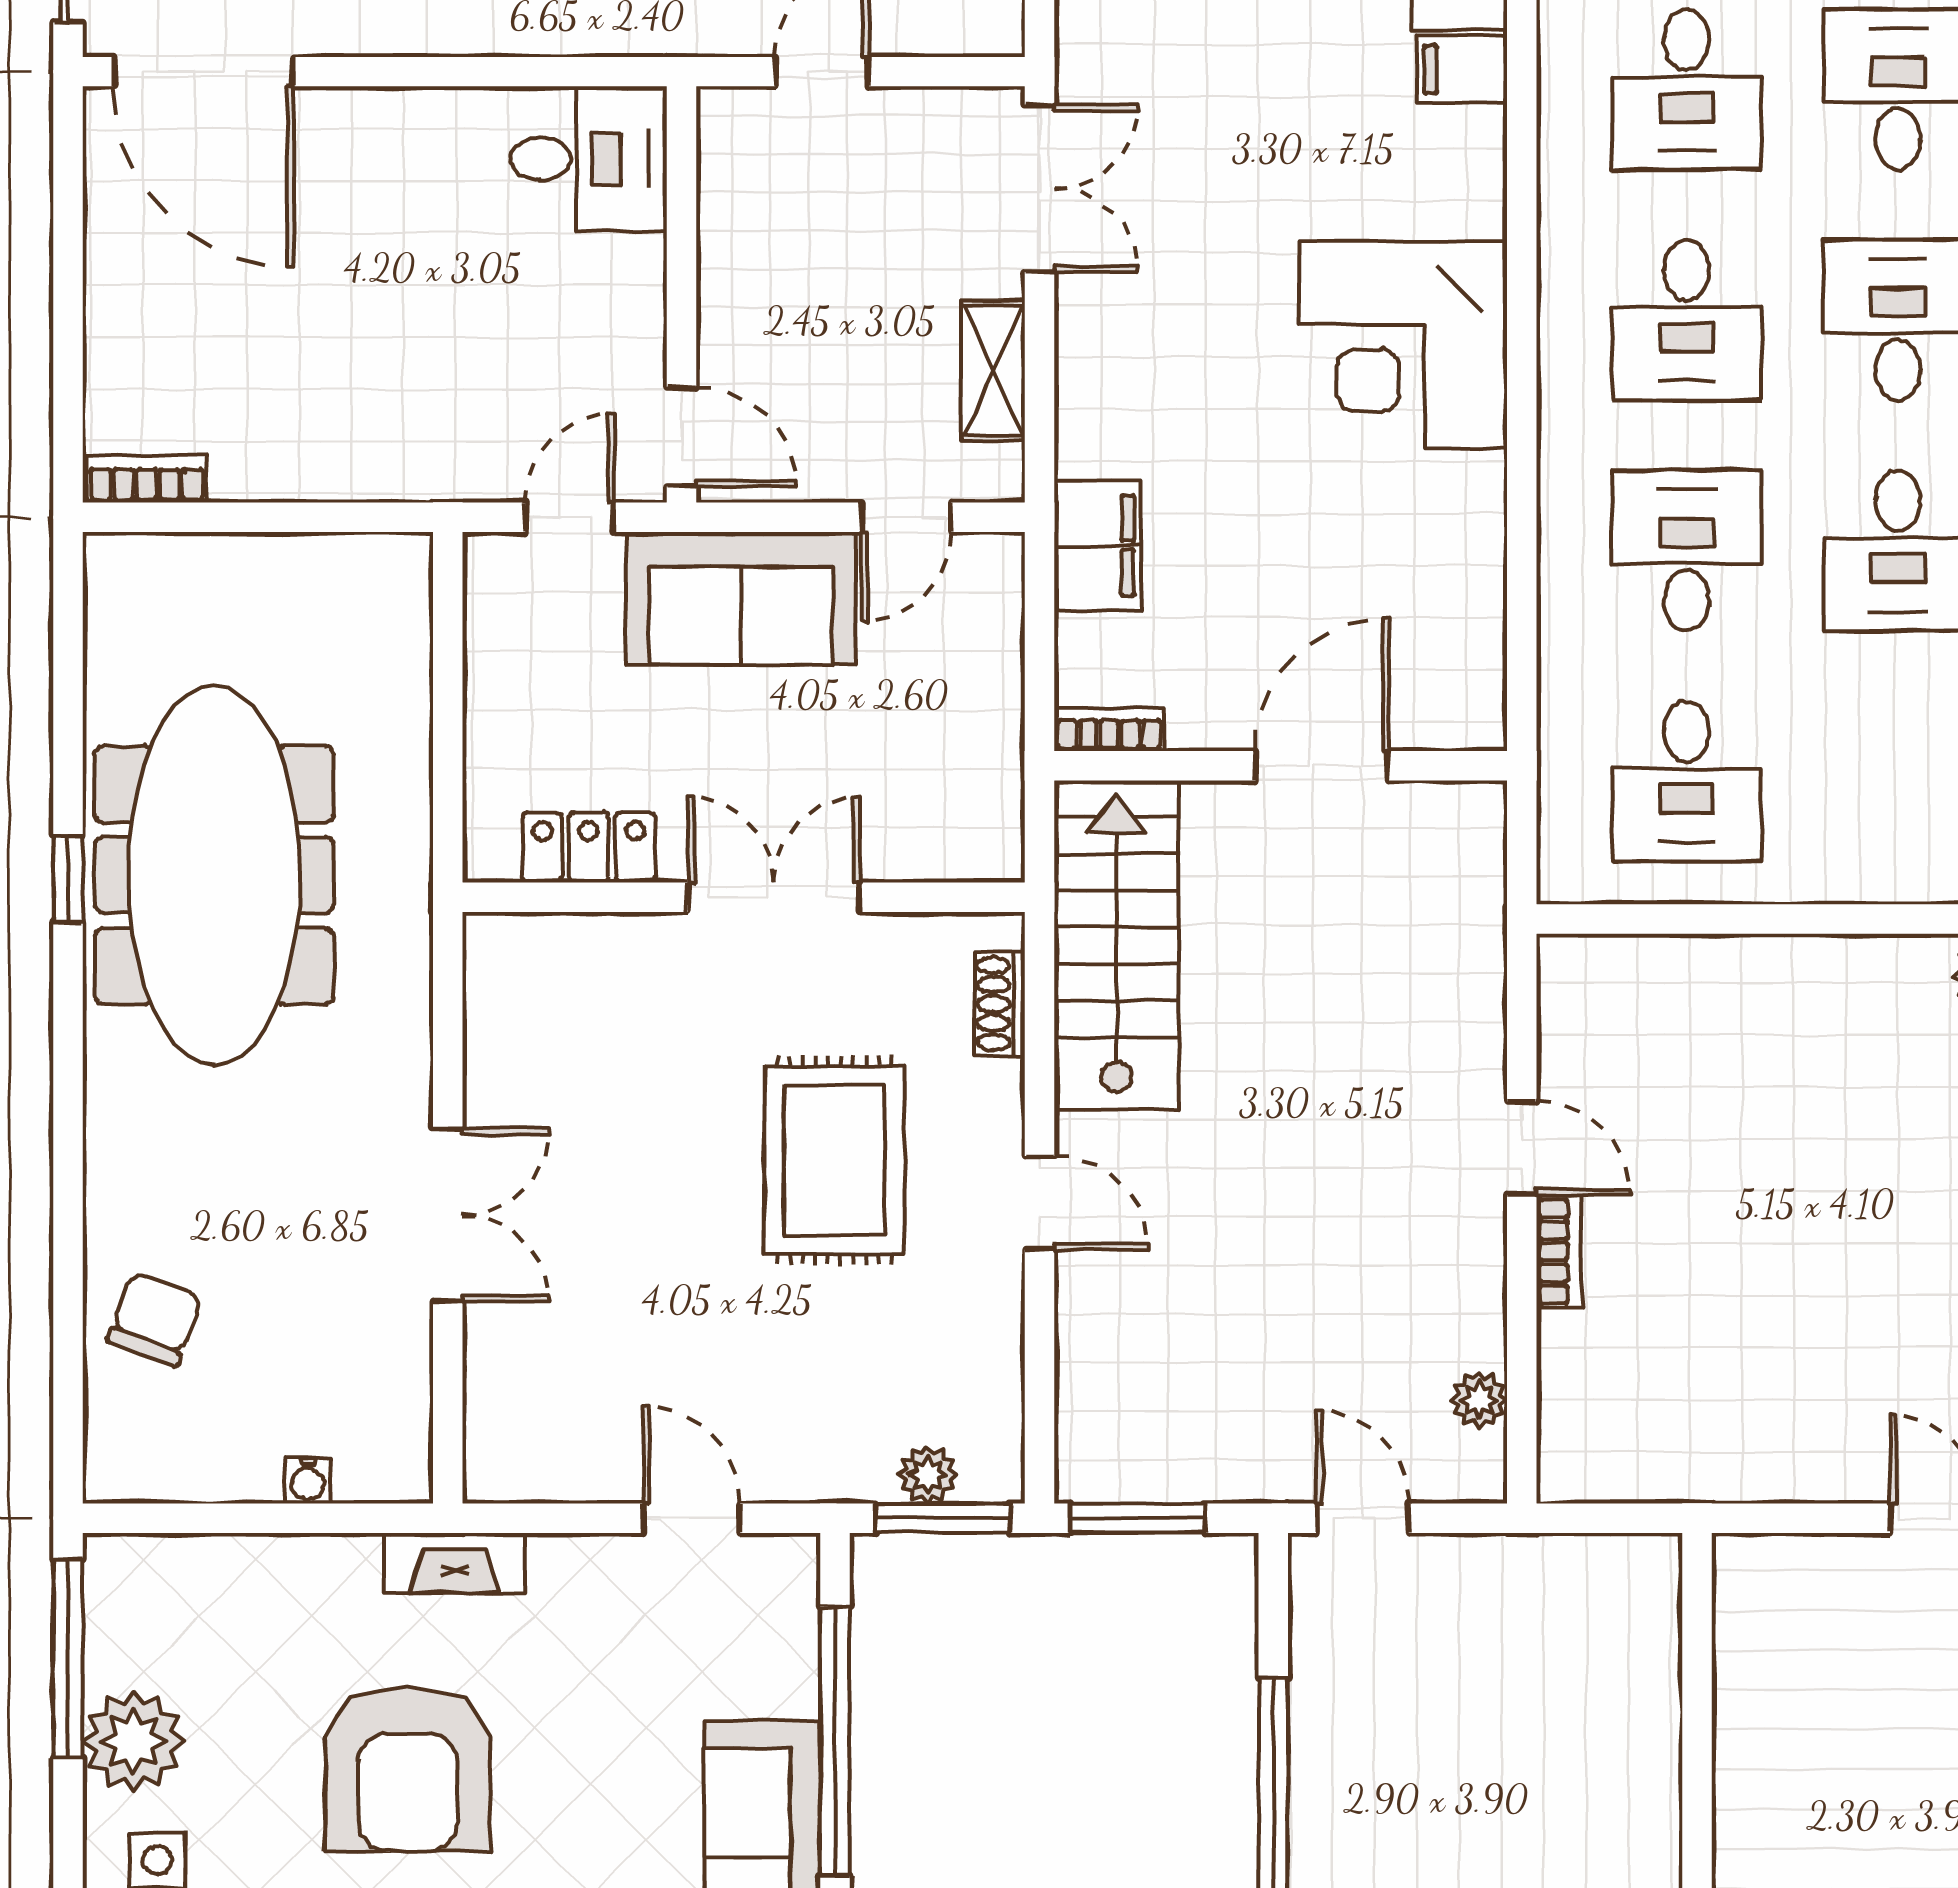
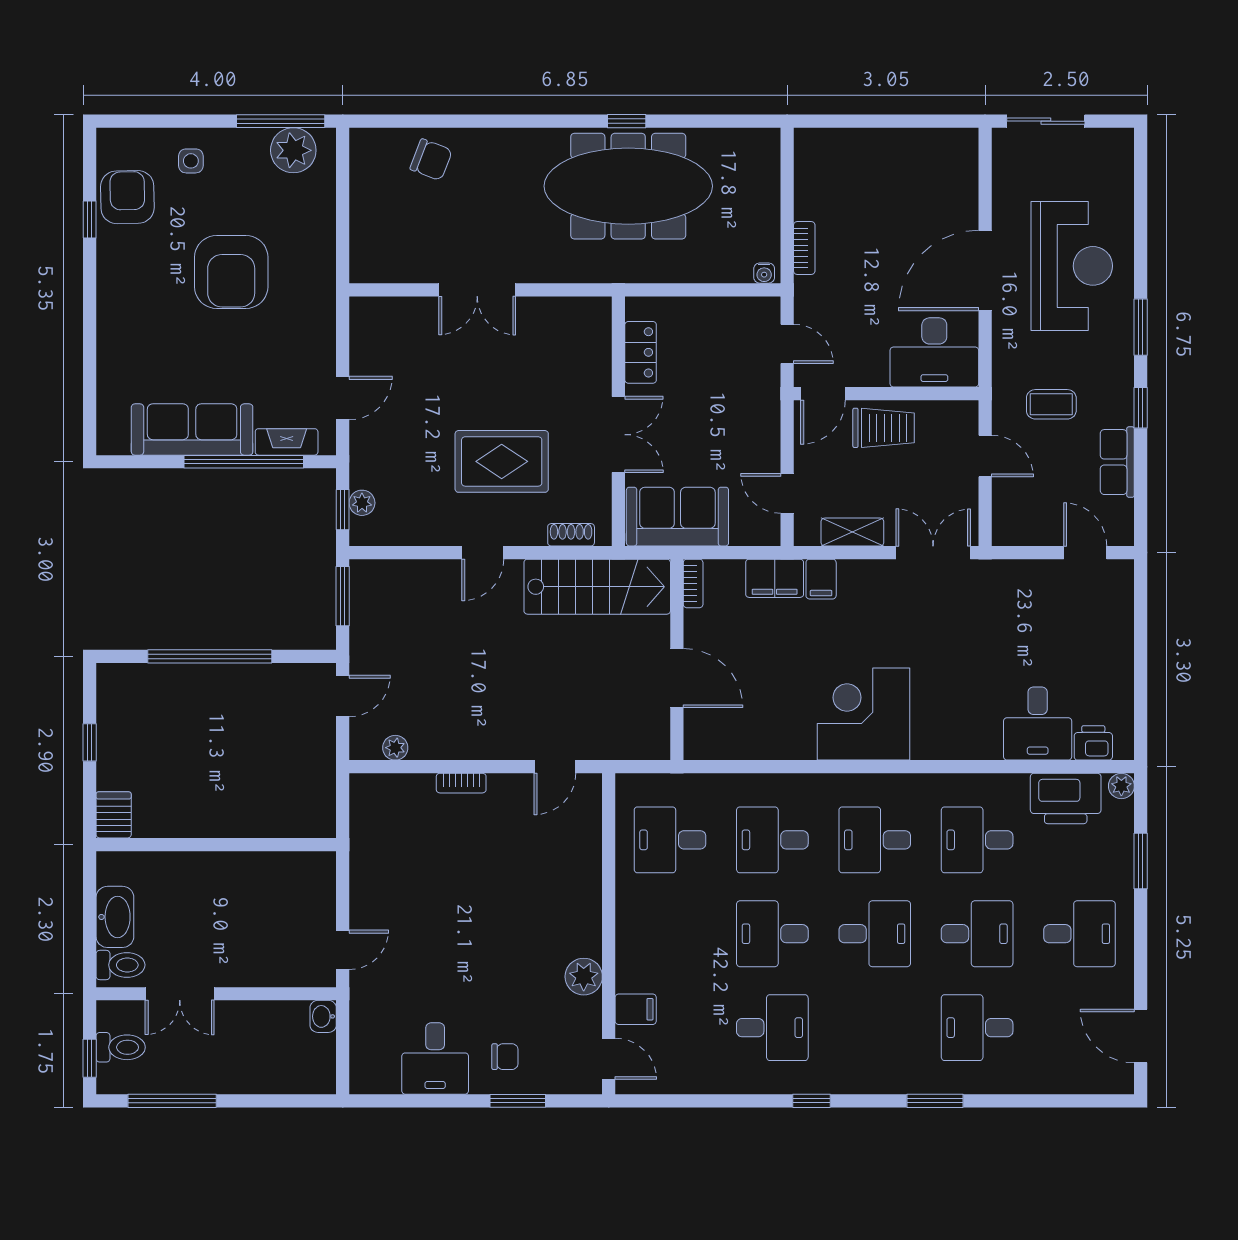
filing cabinet: (1462, 69) -> (821, 579), moved, turned 180
door: (203, 72) -> (985, 271), moved
desk: (589, 159) -> (934, 352), width x1.37
double door: (1040, 188) -> (933, 553), swing flipped
trolley: (759, 300) -> (884, 428), added
bookcase: (147, 479) -> (804, 248), moved
desk: (1687, 551) -> (772, 840), turned 180
sofa: (741, 598) -> (677, 517), moved, turned 90
door: (1522, 1148) -> (555, 767), moved
water cooler: (308, 1480) -> (764, 273), moved, turned -90
window: (943, 1518) -> (343, 510), width x0.67
fireplace: (455, 1563) -> (287, 442), moved, turned 90
plant: (134, 1741) -> (293, 150), moved
armchair: (408, 1769) -> (231, 272), turned -90

